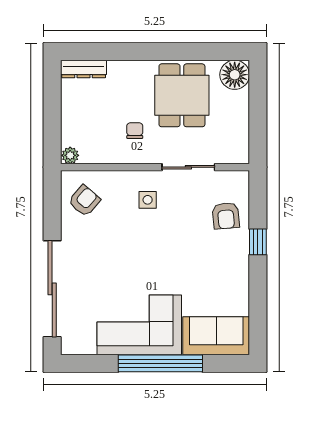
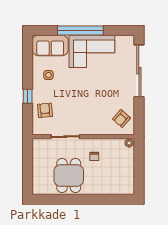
dresser: (84, 69) -> (122, 190), removed
floor lamp: (235, 75) -> (40, 187), removed
side table: (148, 200) -> (49, 75), moved

